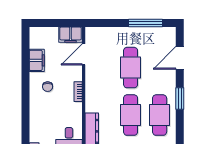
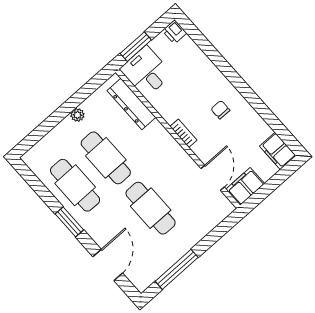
filing cabinet: (37, 60) -> (278, 151), moved

